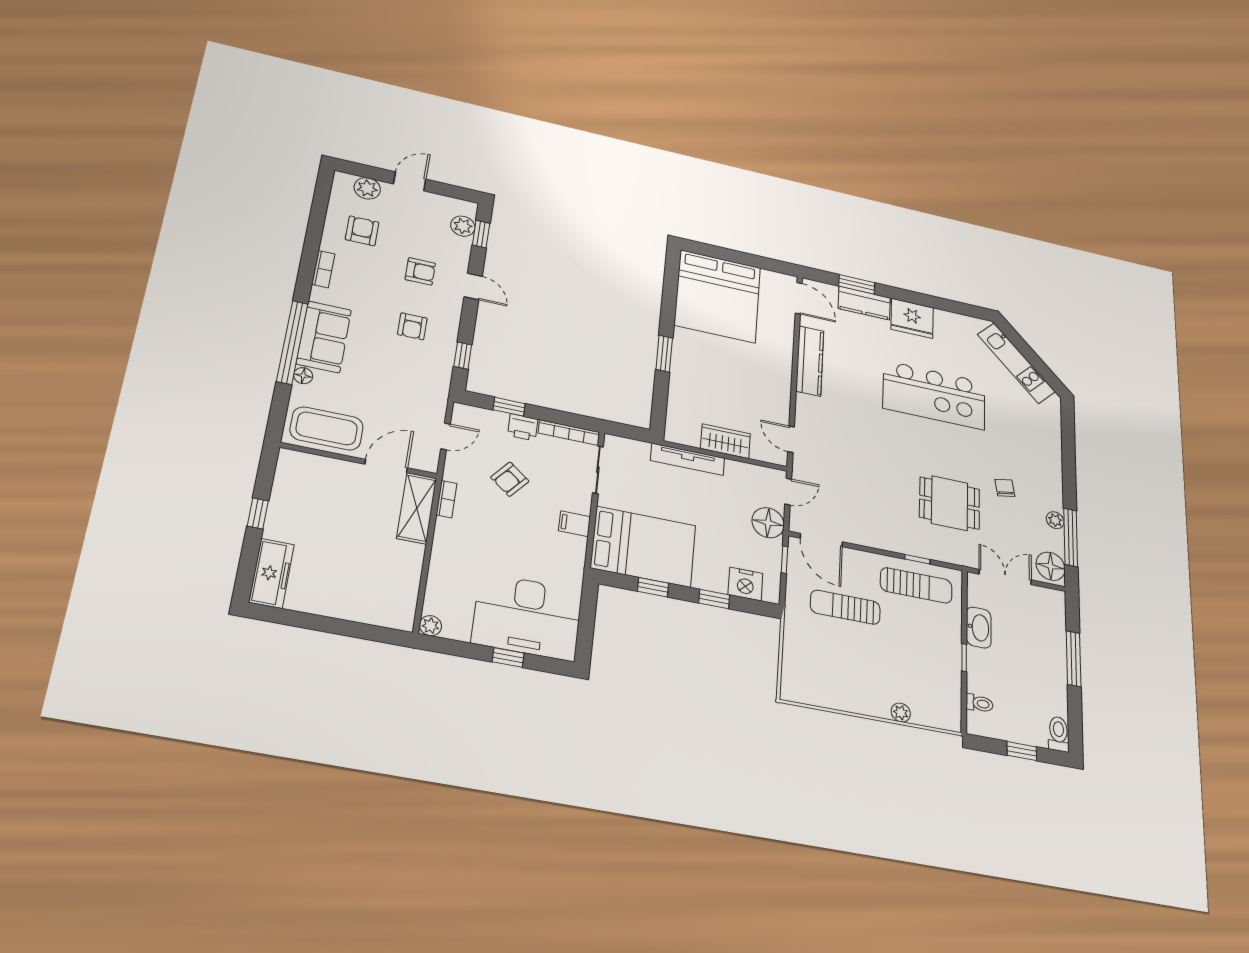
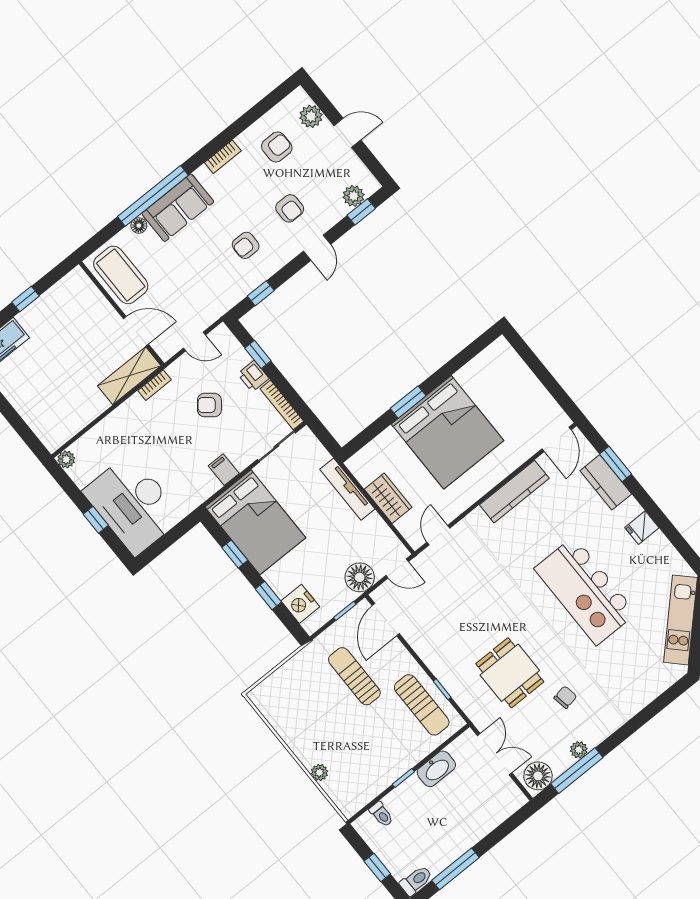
bed: (718, 296) -> (447, 432), moved, turned -90
fridge: (912, 318) -> (642, 528), width x0.53, depth x0.75
window: (1074, 659) -> (456, 869), moved

